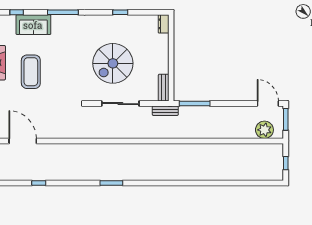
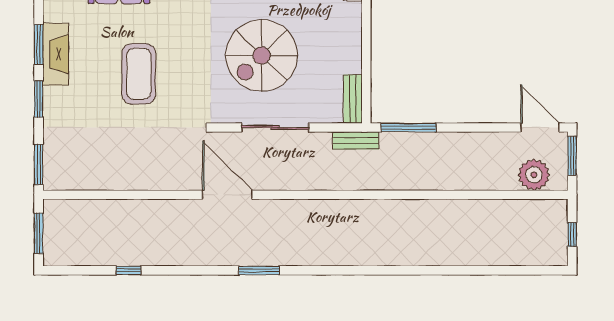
coffee table: (31, 72) -> (139, 74), moved
door: (23, 141) -> (227, 195), moved

